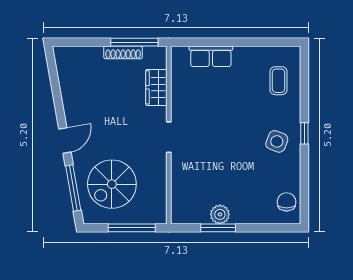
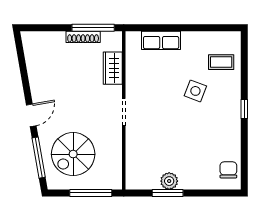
coffee table: (278, 81) -> (221, 62), turned 90
side table: (277, 141) -> (195, 91), moved

